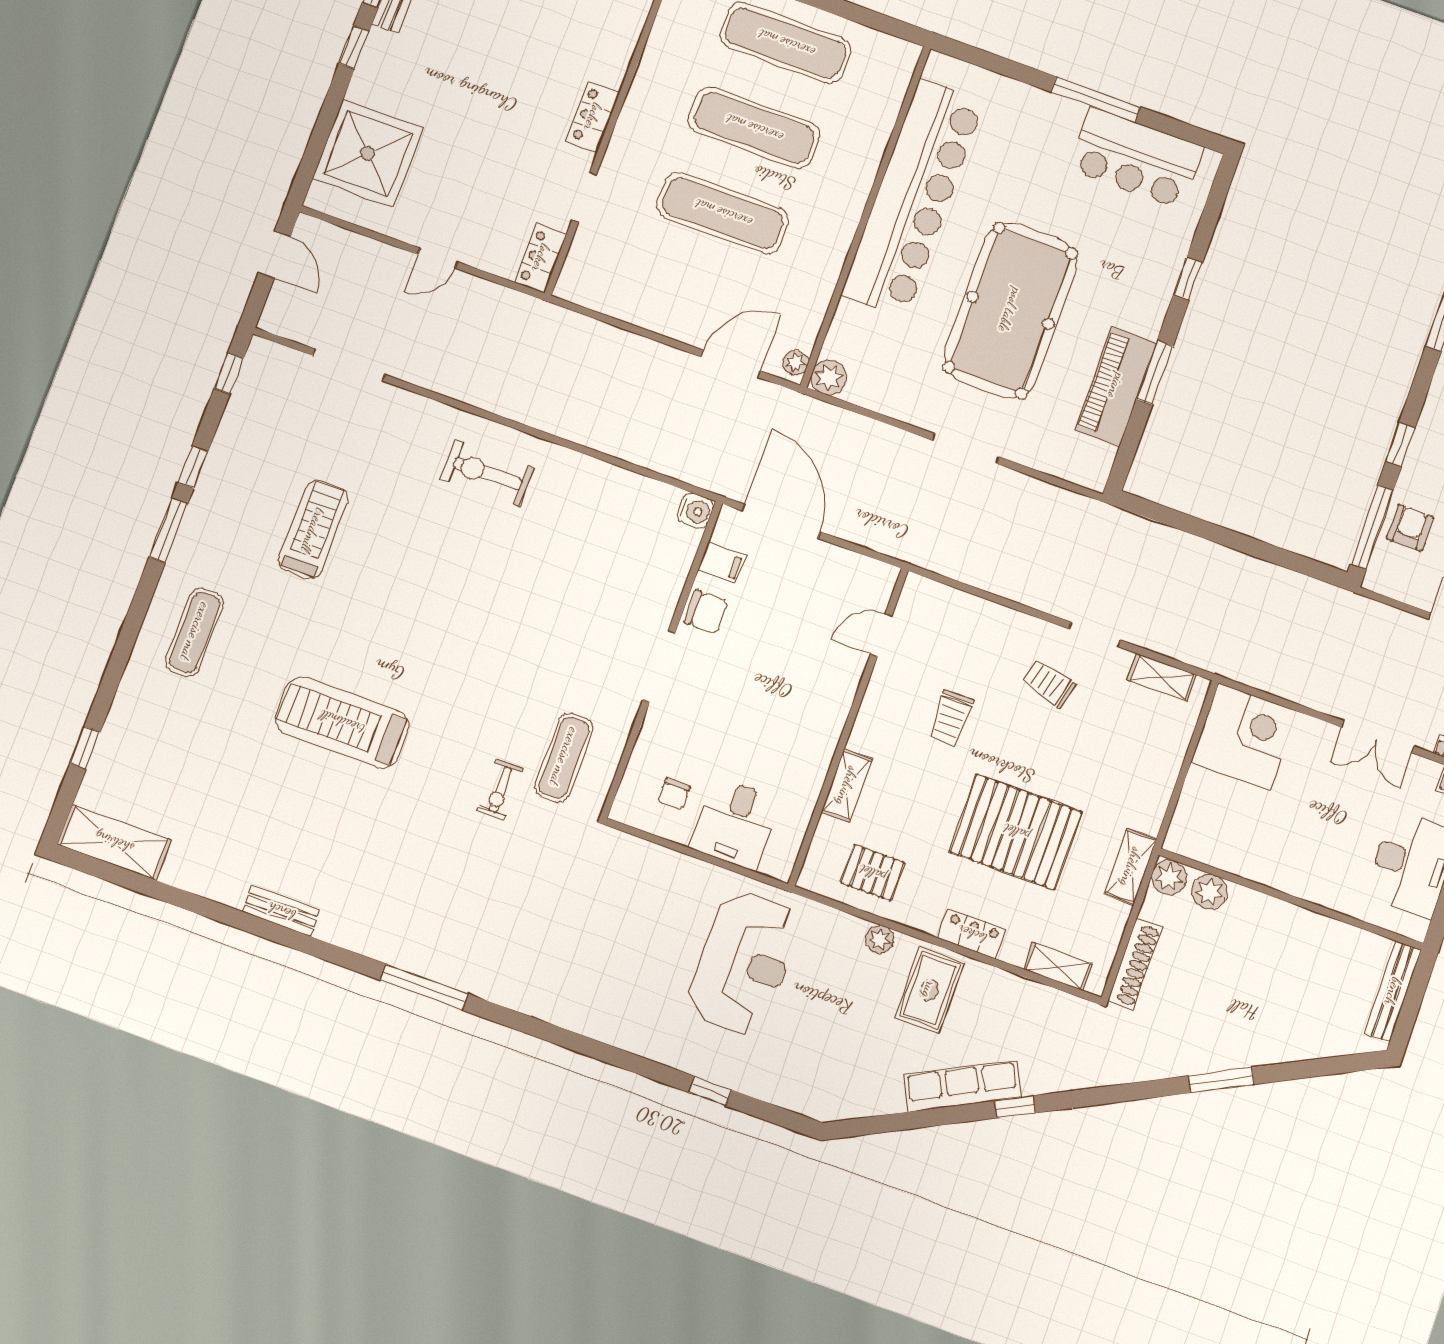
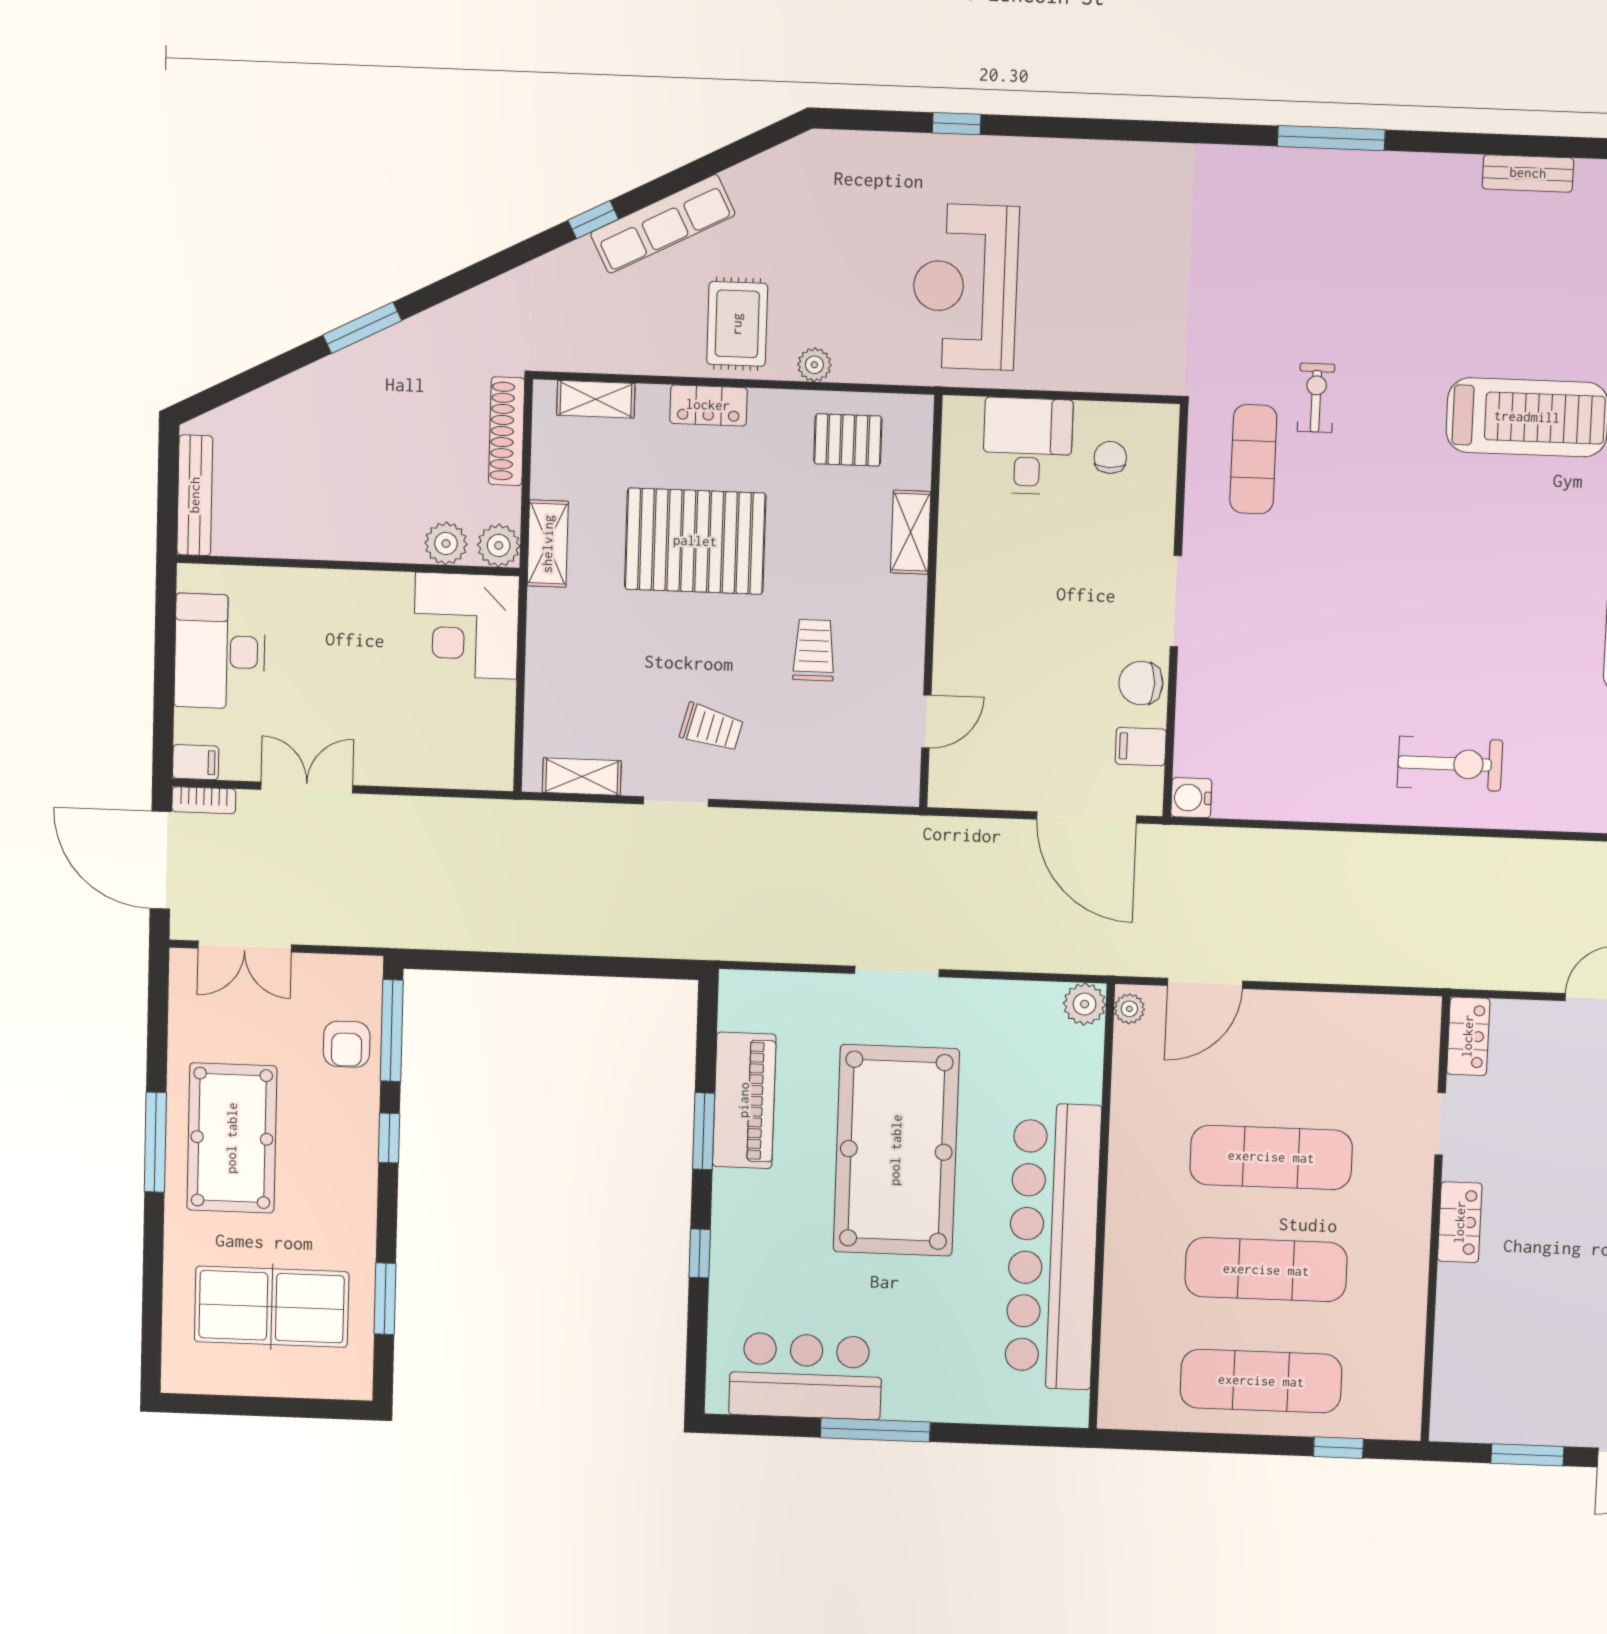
corner desk: (1244, 737) -> (466, 626), moved

